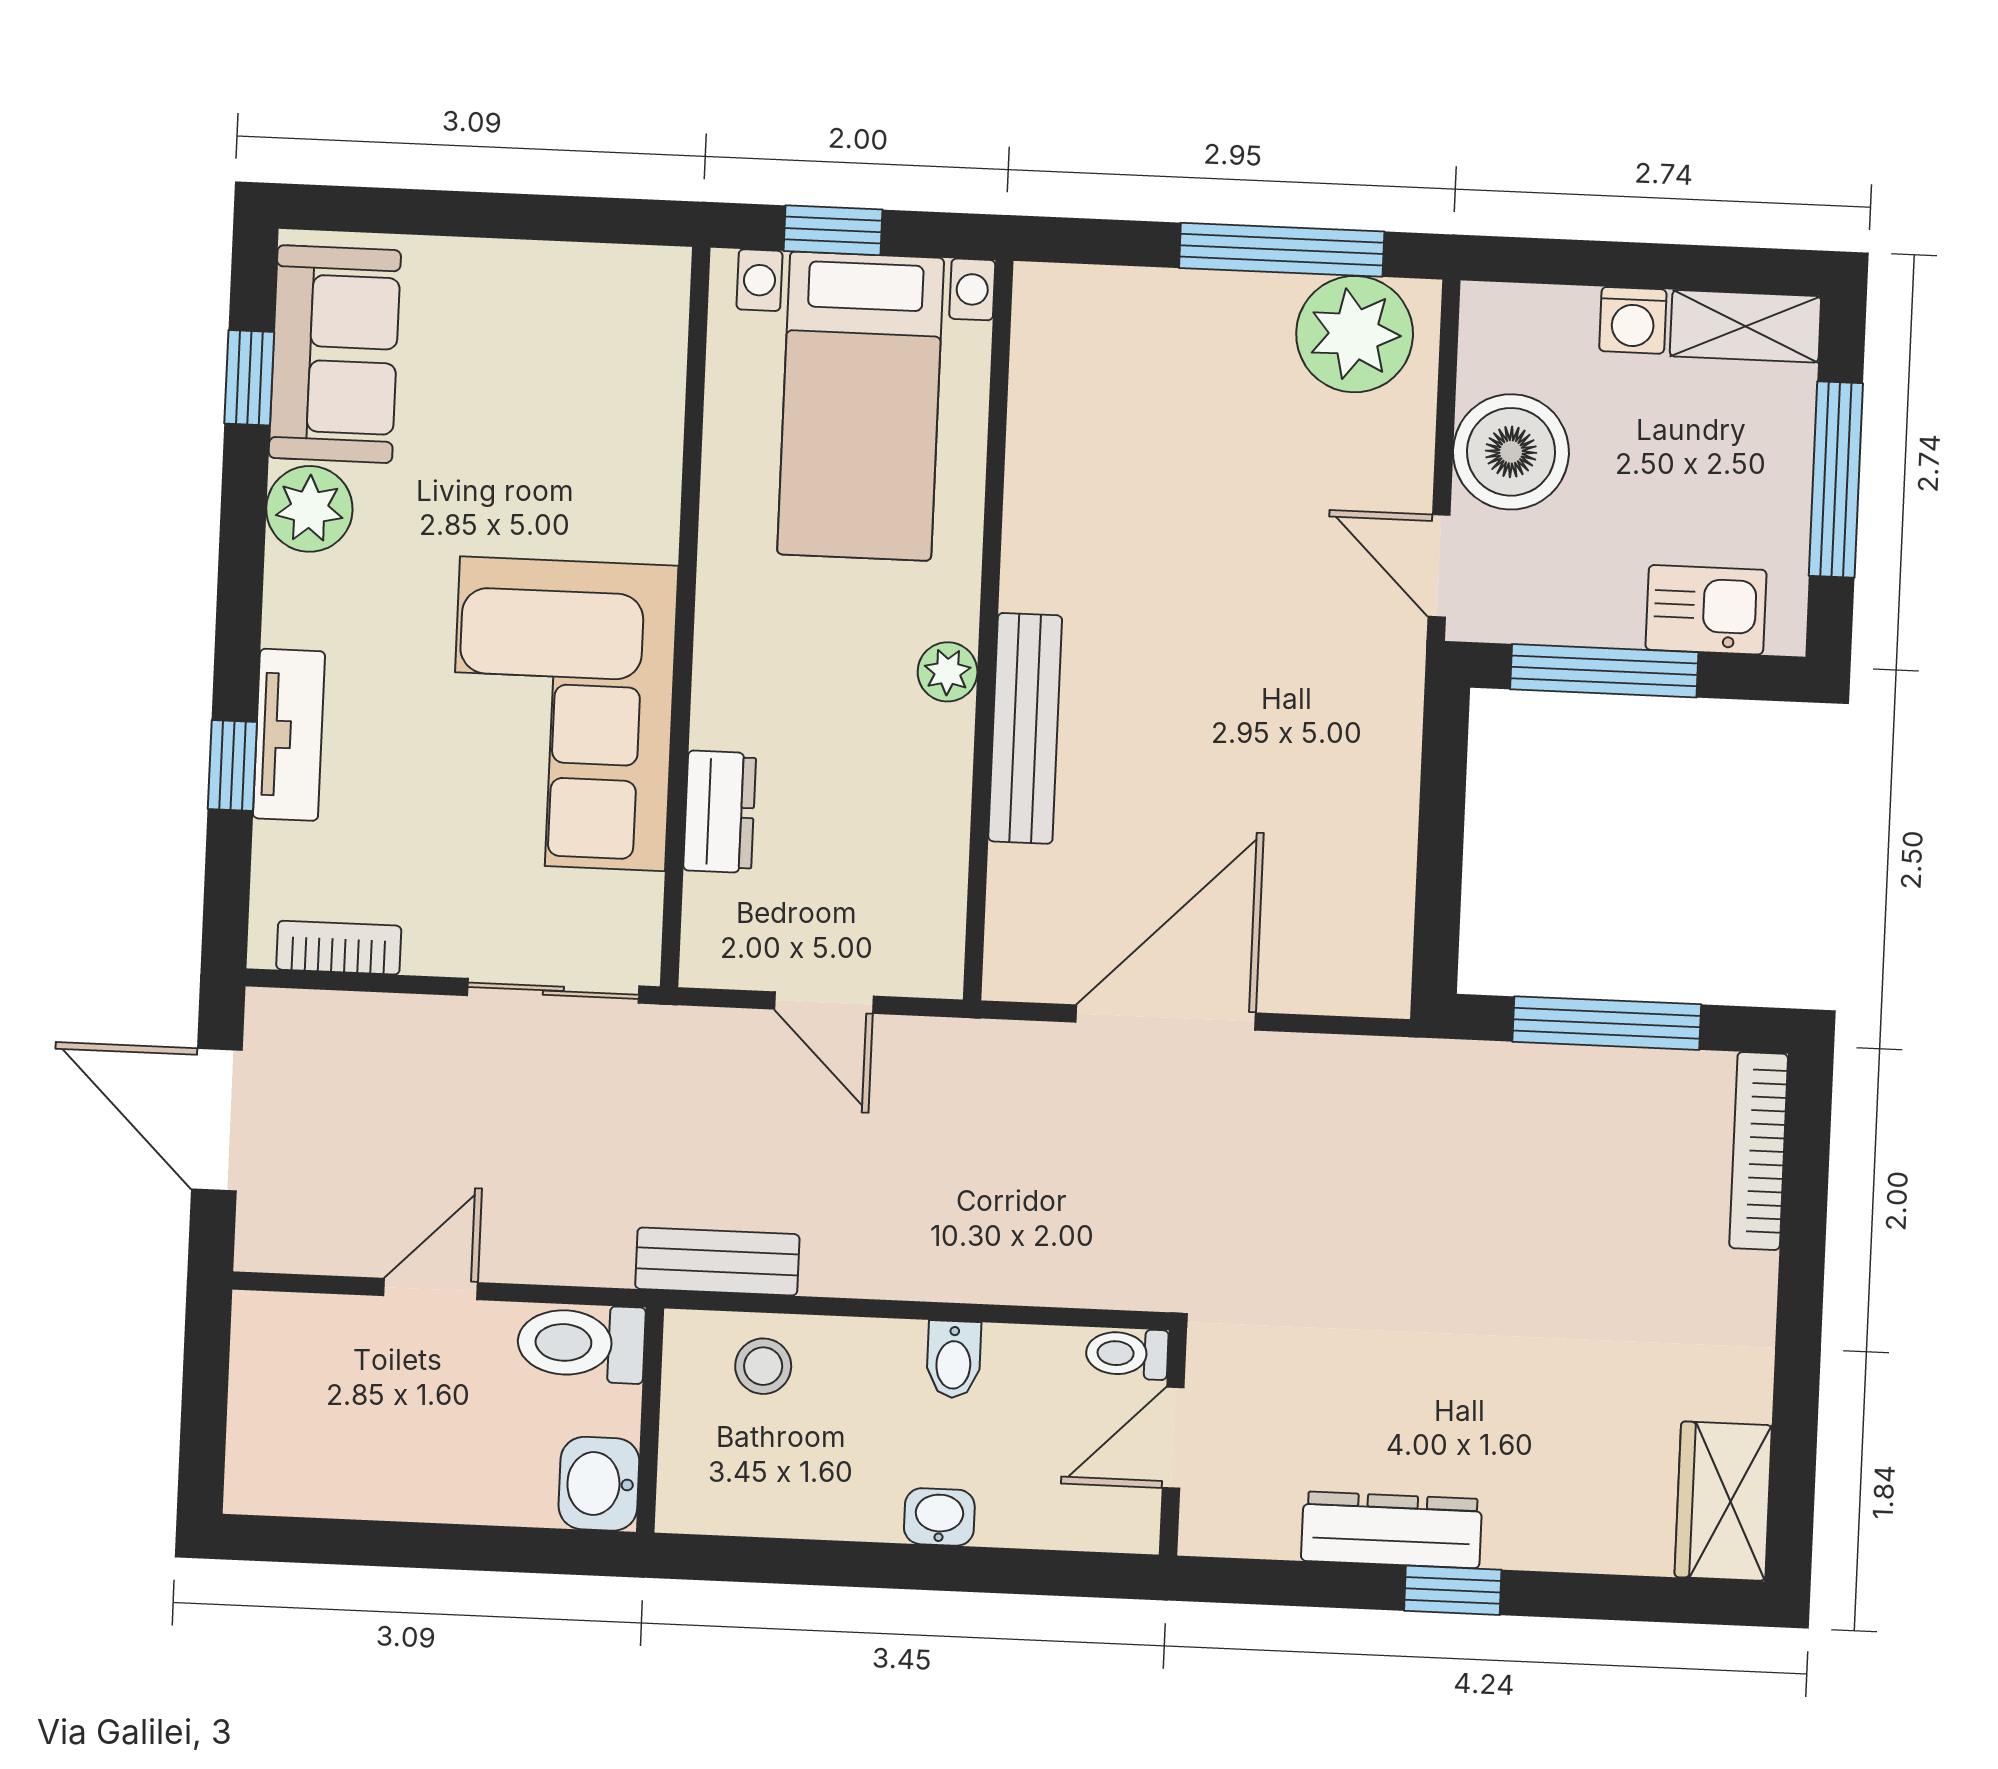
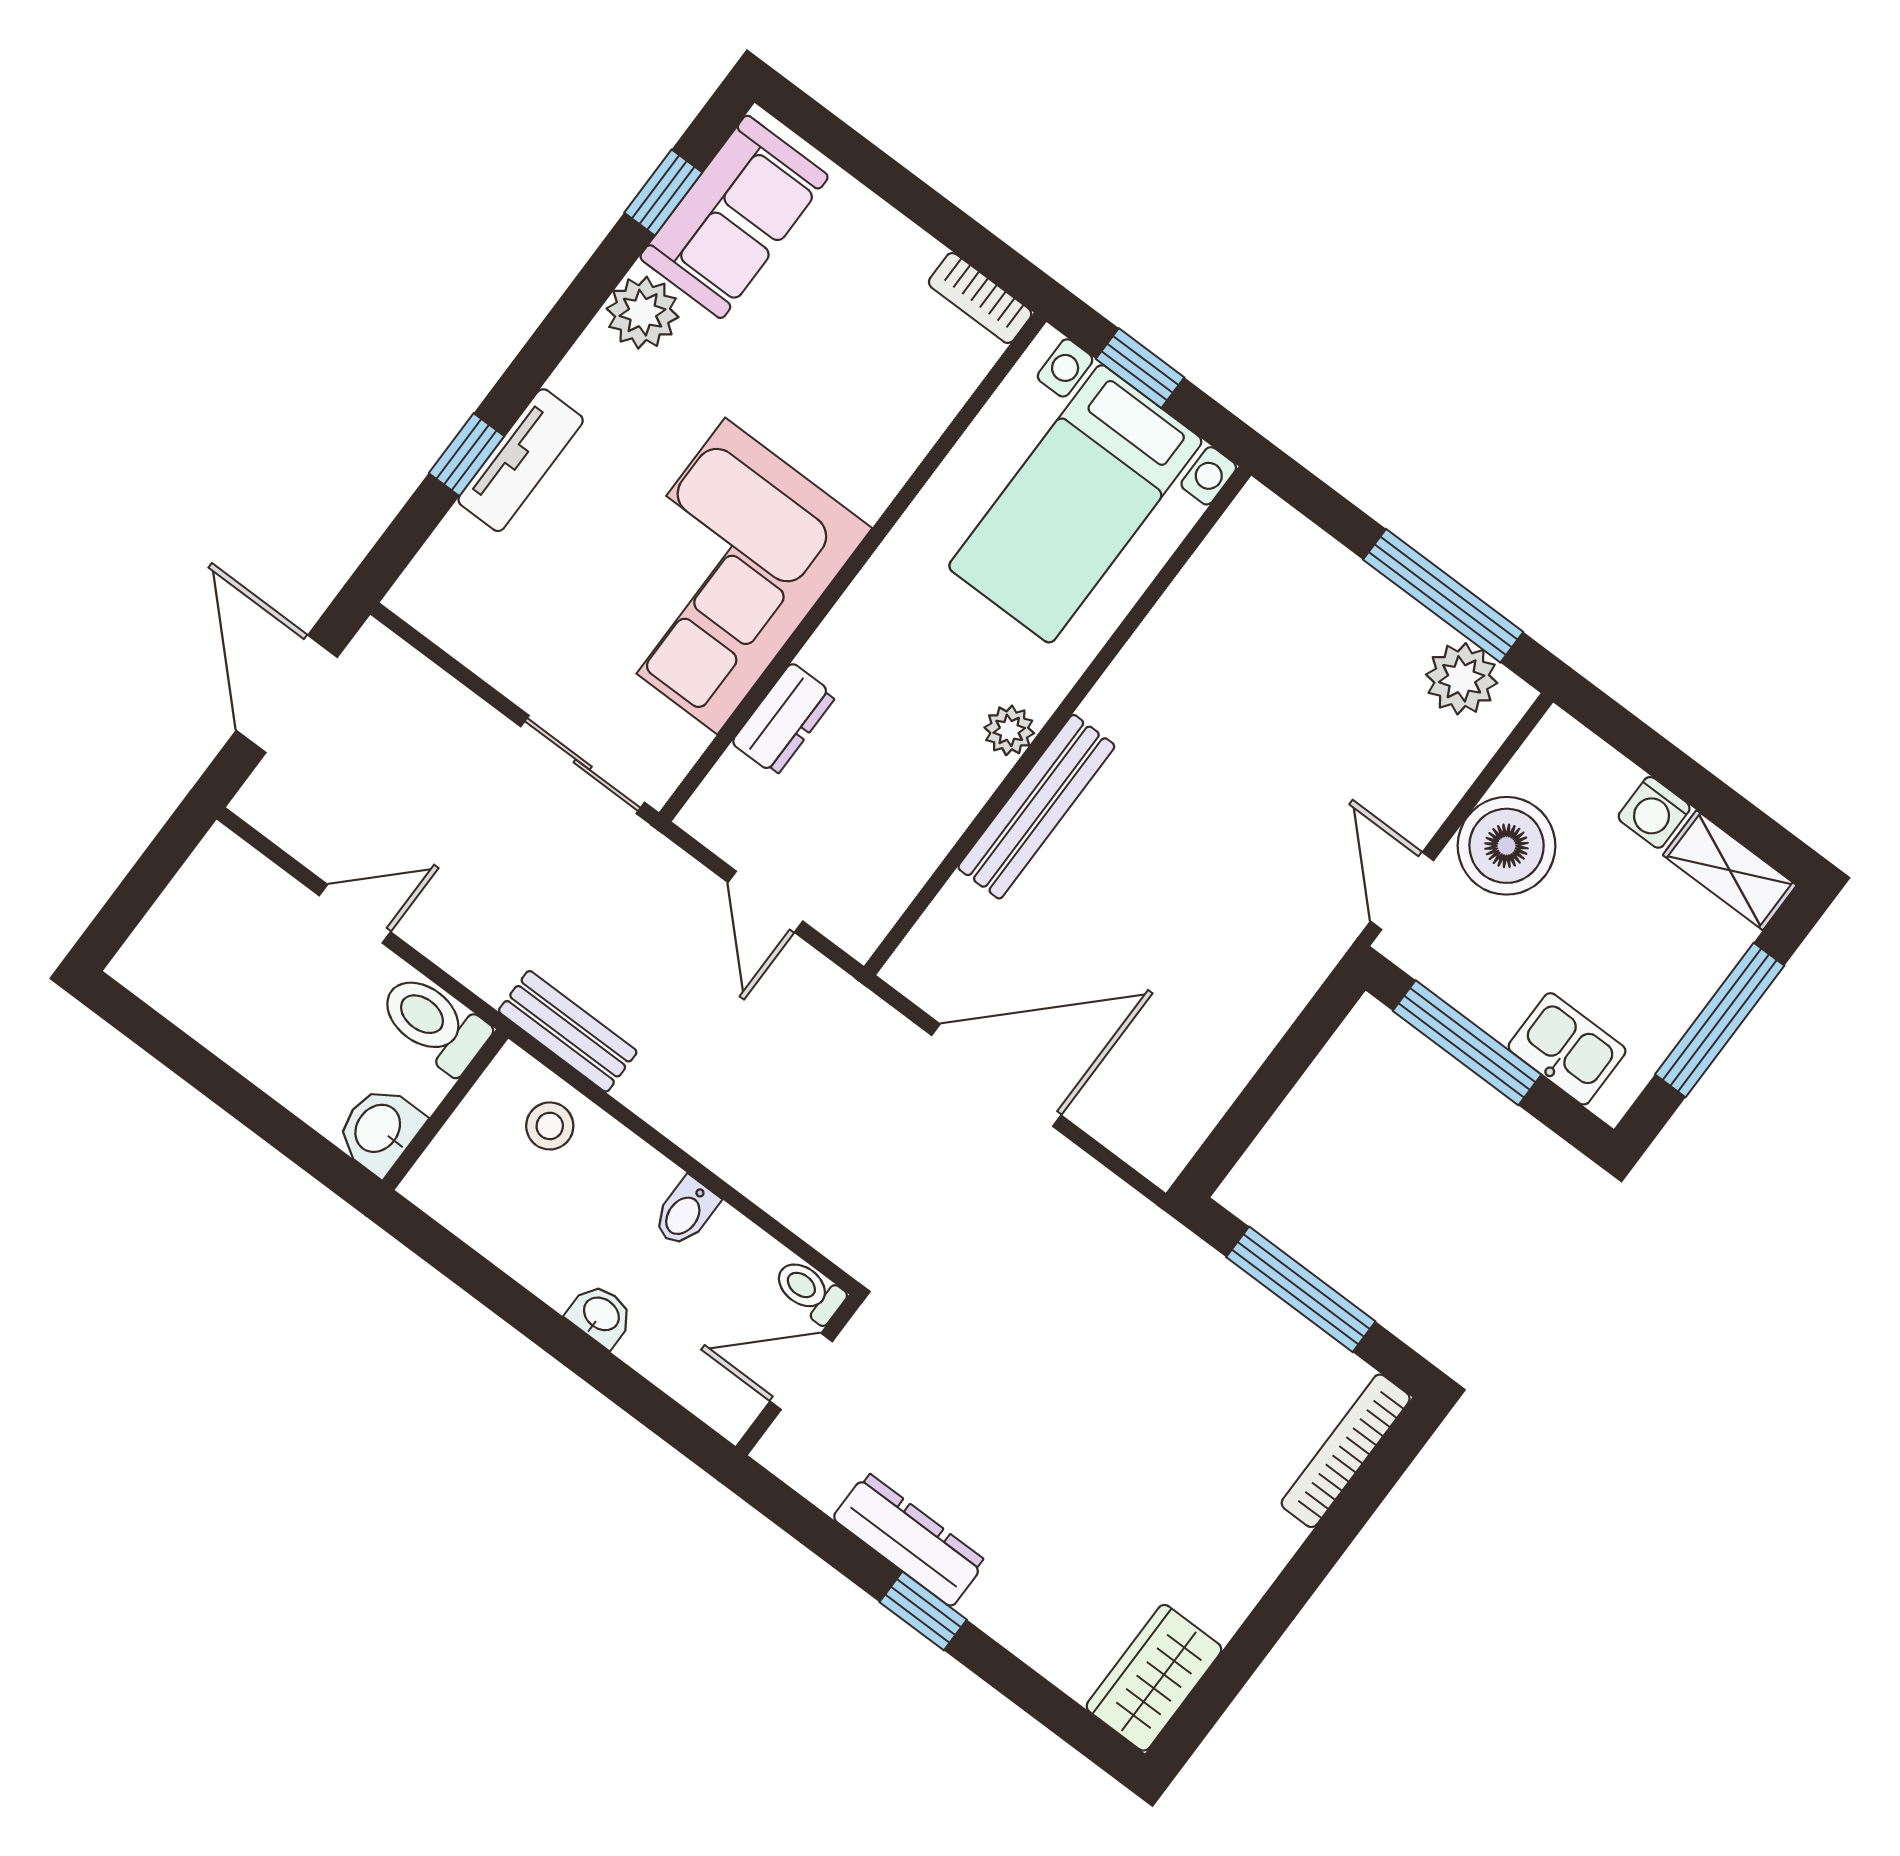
plant: (1355, 334) -> (1462, 679), width x0.73, depth x0.73
bookcase: (339, 948) -> (980, 298), moved, turned 180

